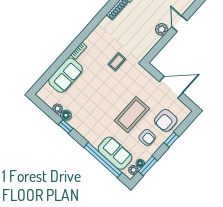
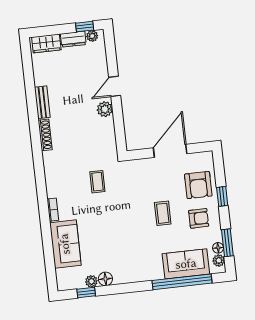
door: (179, 24) -> (115, 86), hinge flipped
coffee table: (132, 115) -> (163, 213), width x0.54, depth x0.58
window: (66, 126) -> (86, 293), moved

